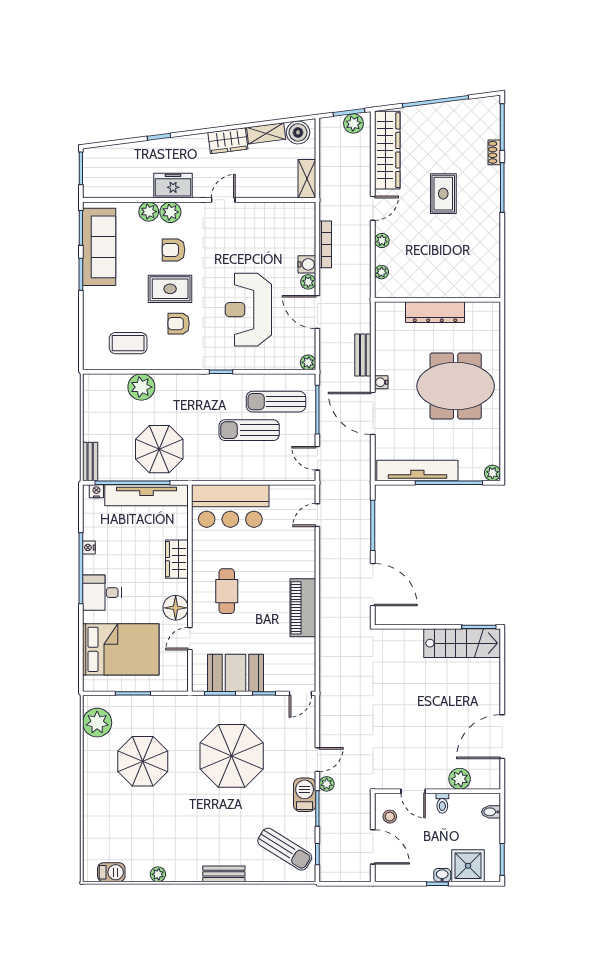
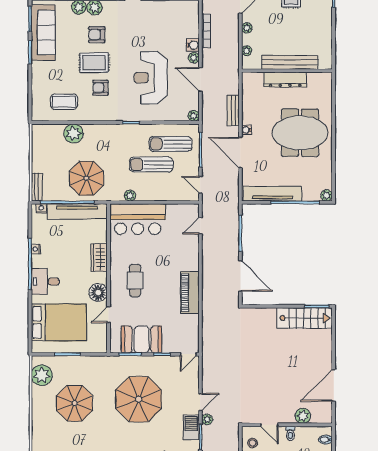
bench: (441, 288) -> (290, 62), added
plant: (219, 473) -> (130, 196), added

